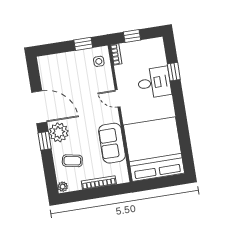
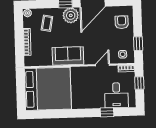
armchair: (59, 68) -> (122, 22), added
desk: (154, 83) -> (116, 95), moved
door: (118, 98) -> (102, 65), moved
sofa: (112, 143) -> (68, 56), moved

